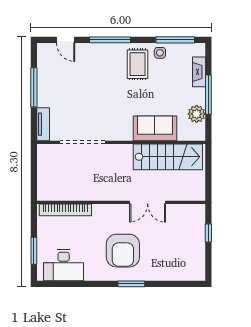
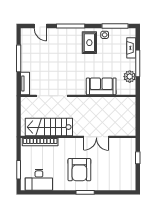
stairs: (168, 157) -> (49, 127), moved, turned 180

